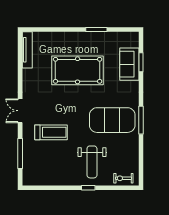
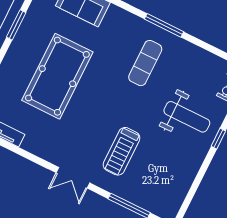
exercise mat: (112, 120) -> (145, 63), width x0.50, depth x0.69
treadmill: (51, 132) -> (122, 151), turned 180

